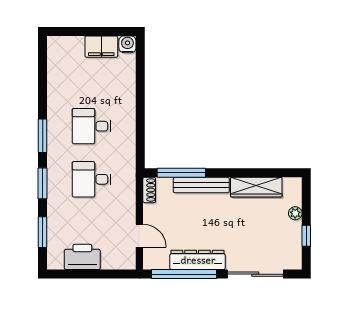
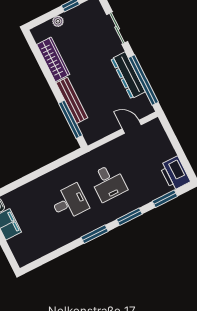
desk: (91, 126) -> (70, 202), turned -90
shoe rack: (149, 190) -> (95, 136), removed
door: (139, 236) -> (132, 127), hinge flipped
printer: (82, 257) -> (175, 173), moved
sliding door: (255, 274) -> (117, 28), width x0.73

